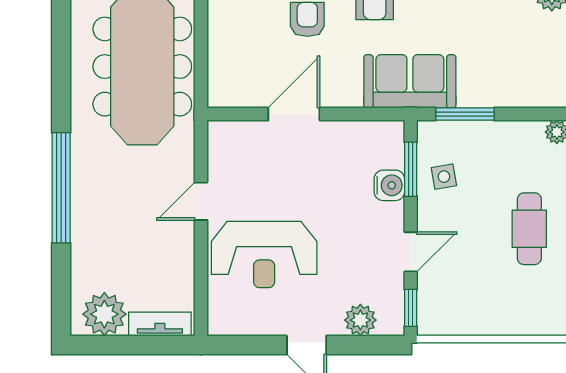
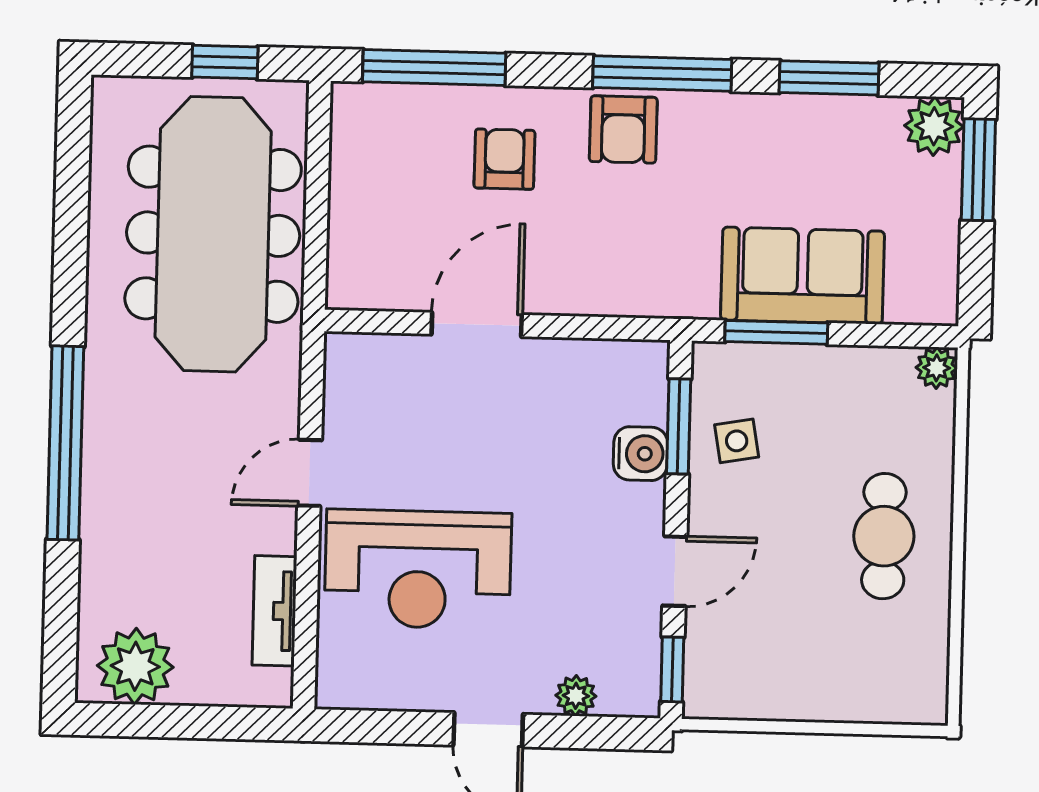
sofa: (410, 81) -> (803, 276), moved
plant: (360, 320) -> (576, 696), width x0.73, depth x0.73
tv unit: (160, 324) -> (274, 611), moved, turned -90

